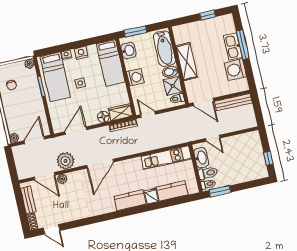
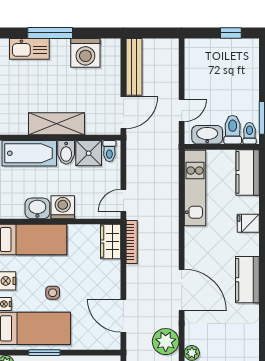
kitchen sink: (233, 47) -> (29, 49), moved
washbasin: (128, 51) -> (37, 208), moved
floor lamp: (103, 117) -> (112, 269), removed
kitchen counter: (172, 191) -> (248, 172), moved
kitchen counter: (130, 200) -> (247, 280), moved

